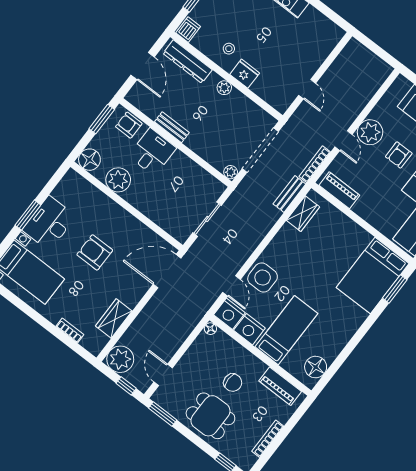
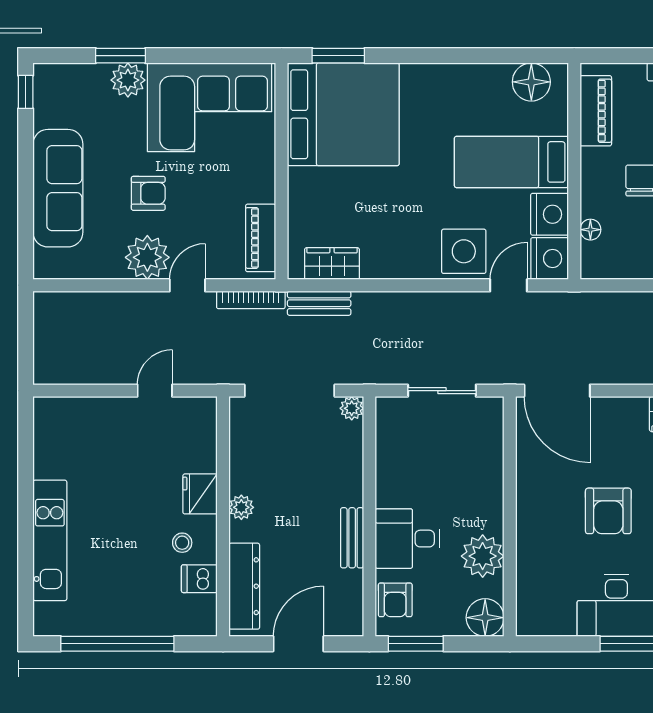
dishwasher: (188, 30) -> (199, 579), moved
bed: (373, 275) -> (343, 114), width x1.36
floor lamp: (210, 329) -> (590, 230), moved

